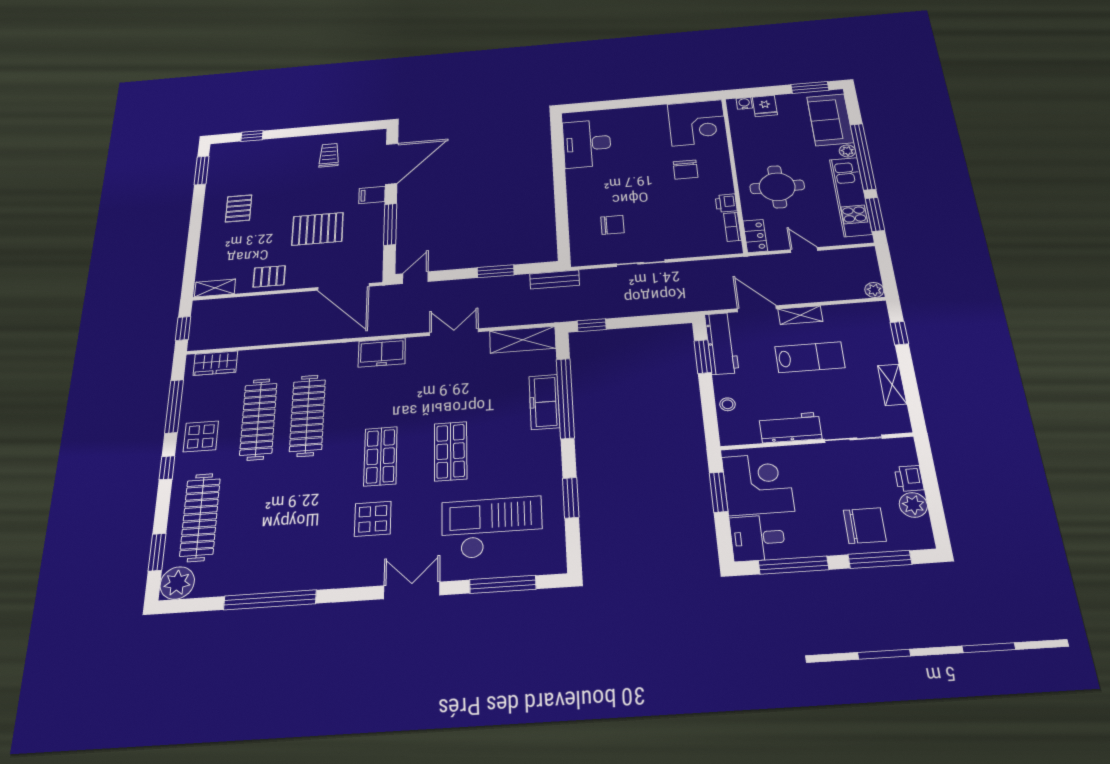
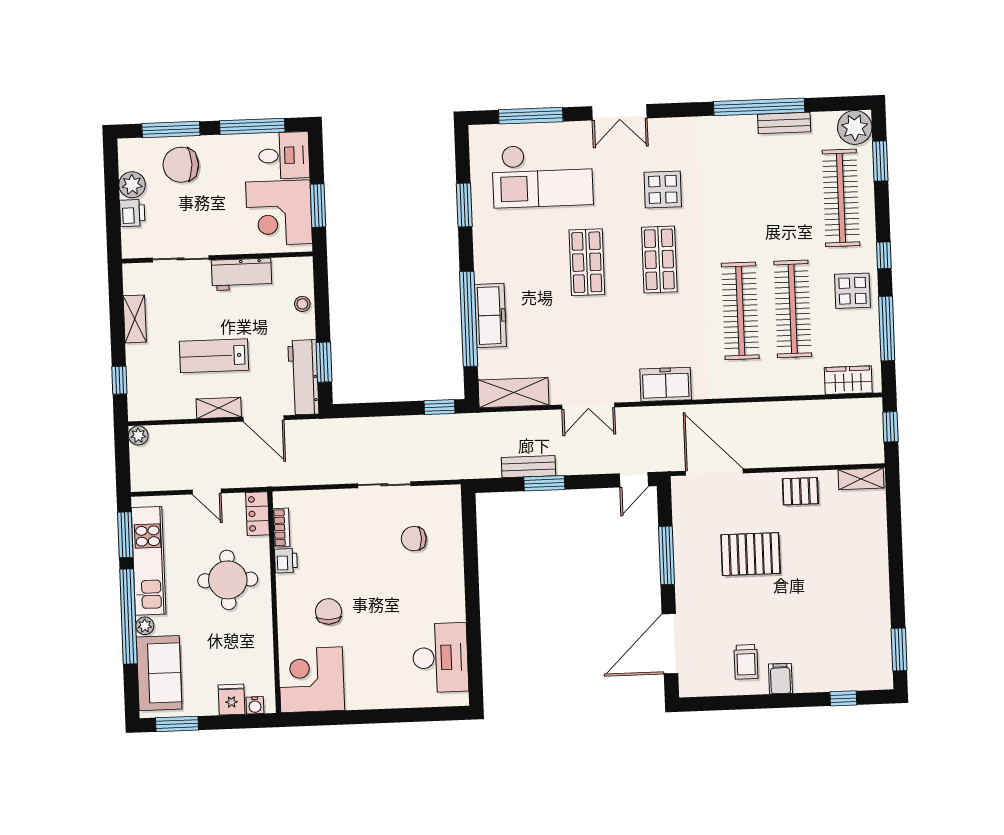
filing cabinet: (372, 195) -> (780, 679), moved, turned -90
pallet: (239, 208) -> (847, 590), removed
bench: (555, 280) -> (528, 467), moved
bench: (247, 585) -> (784, 123), added

